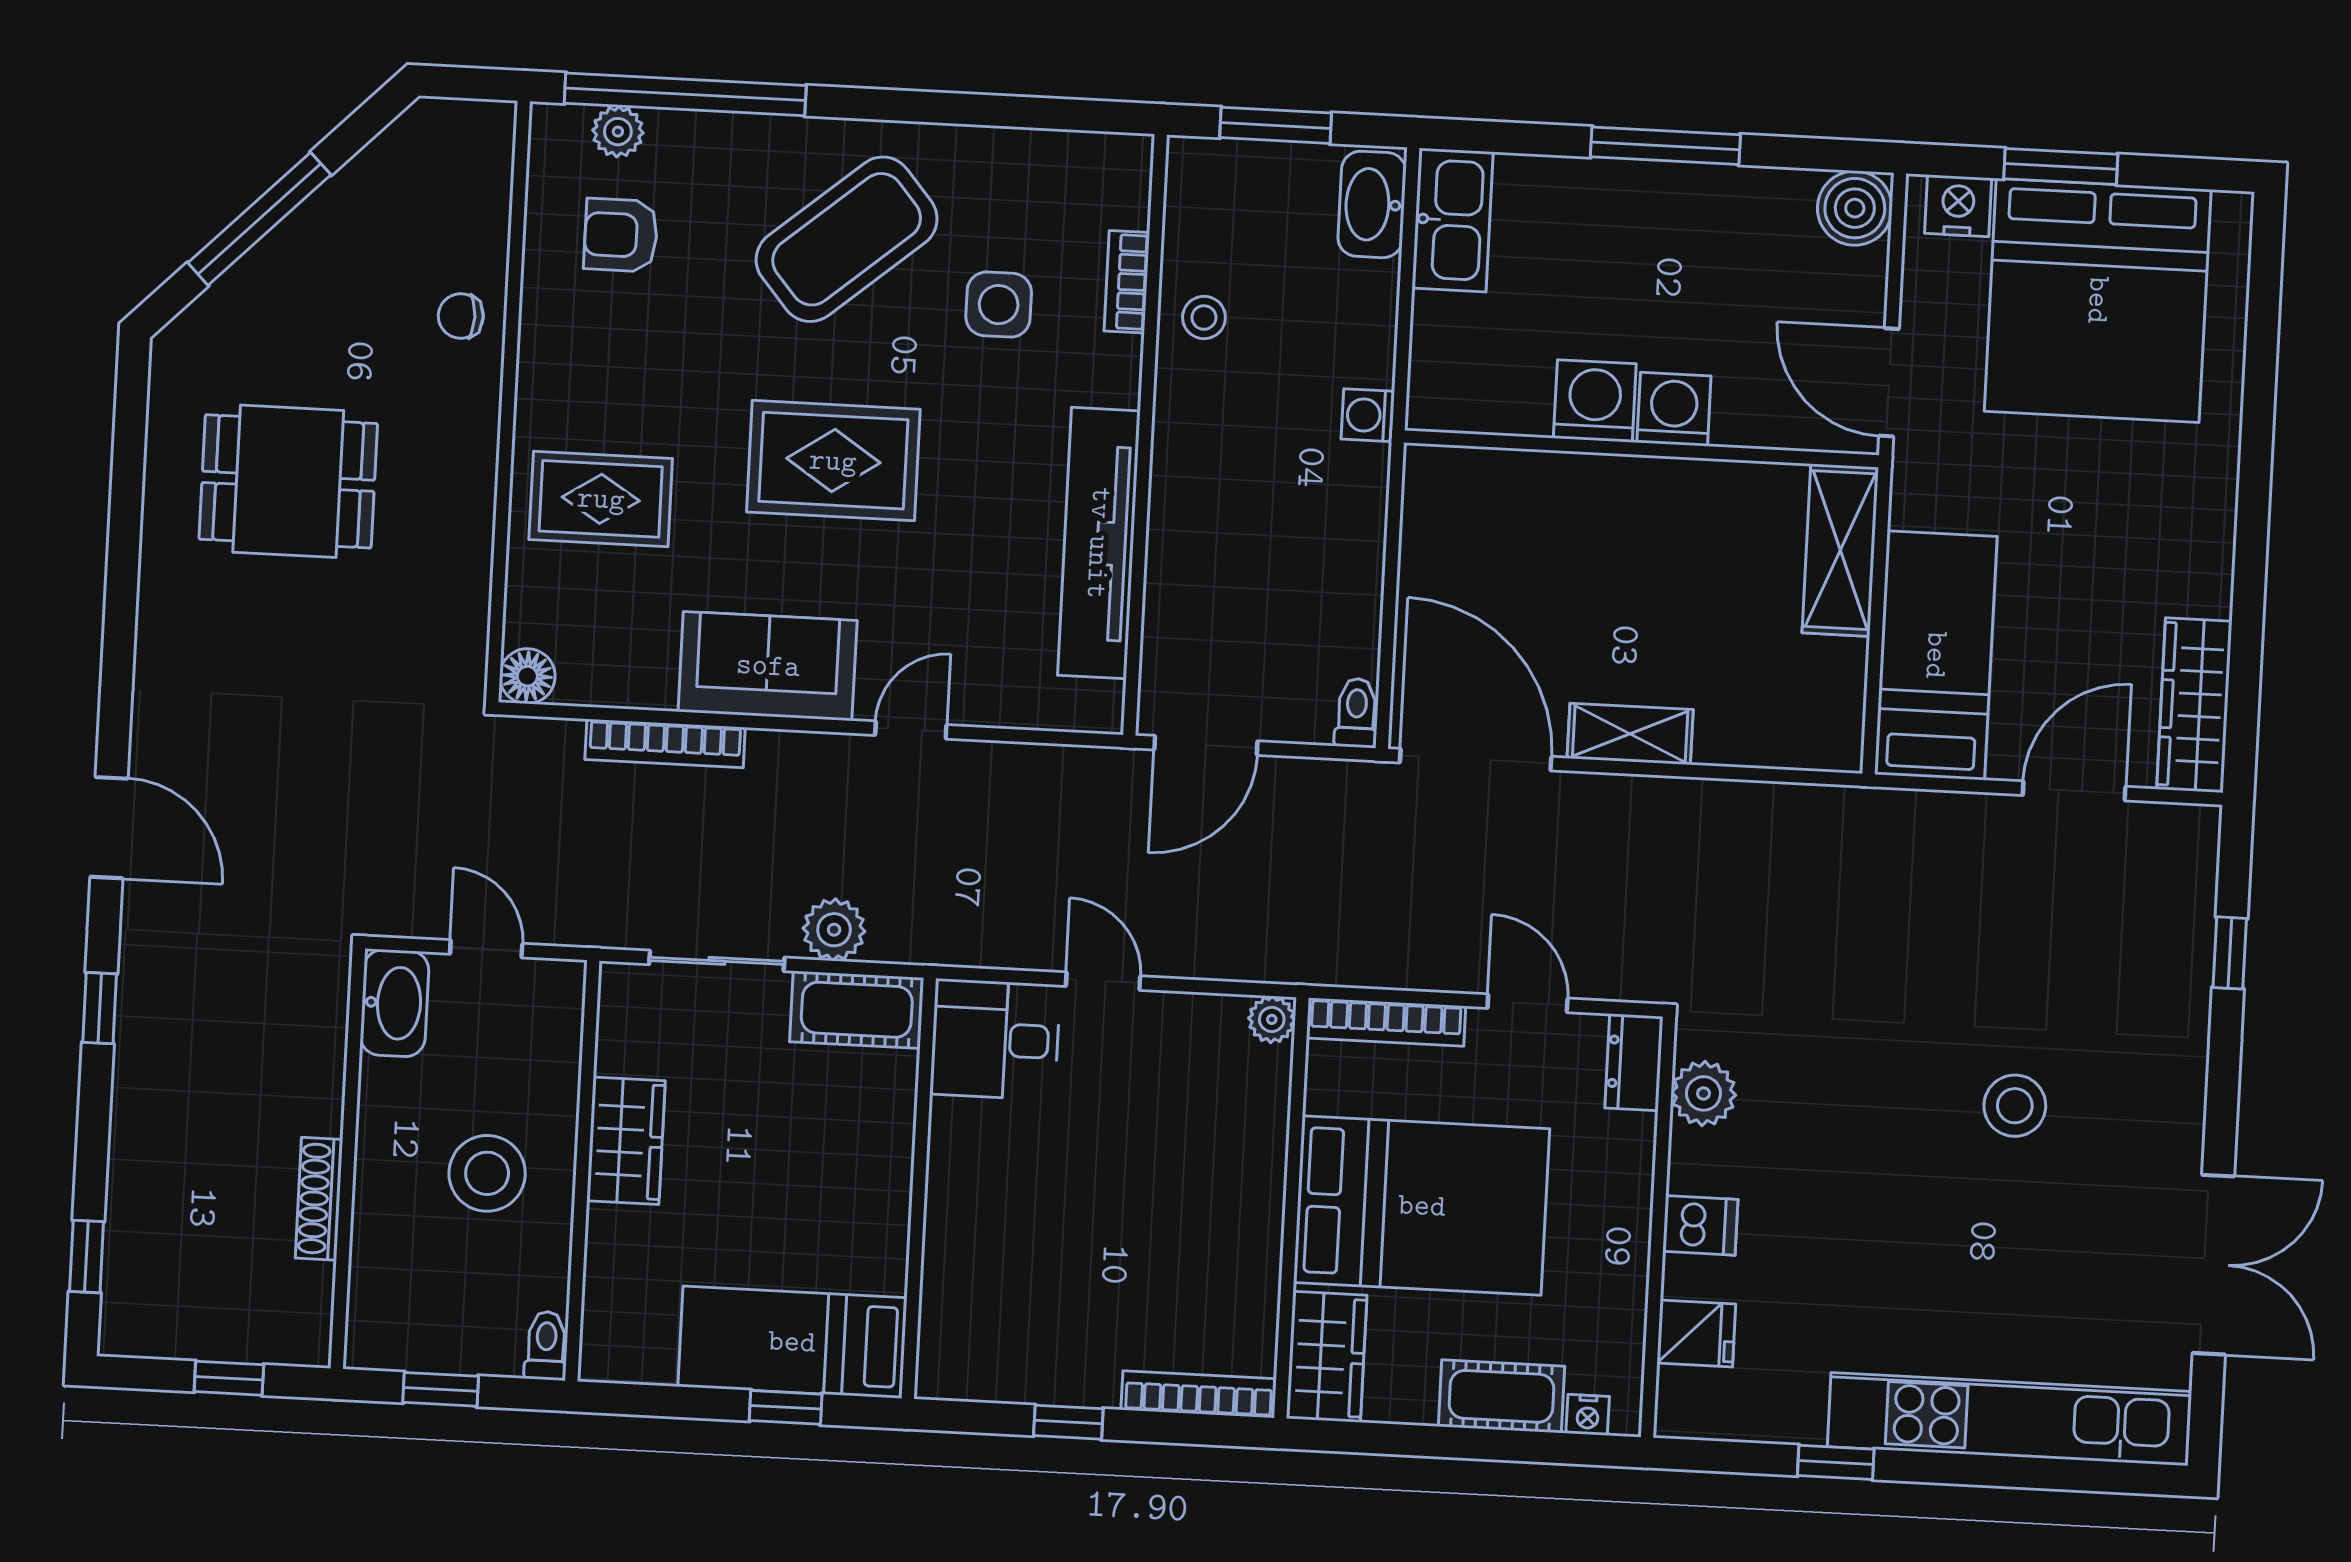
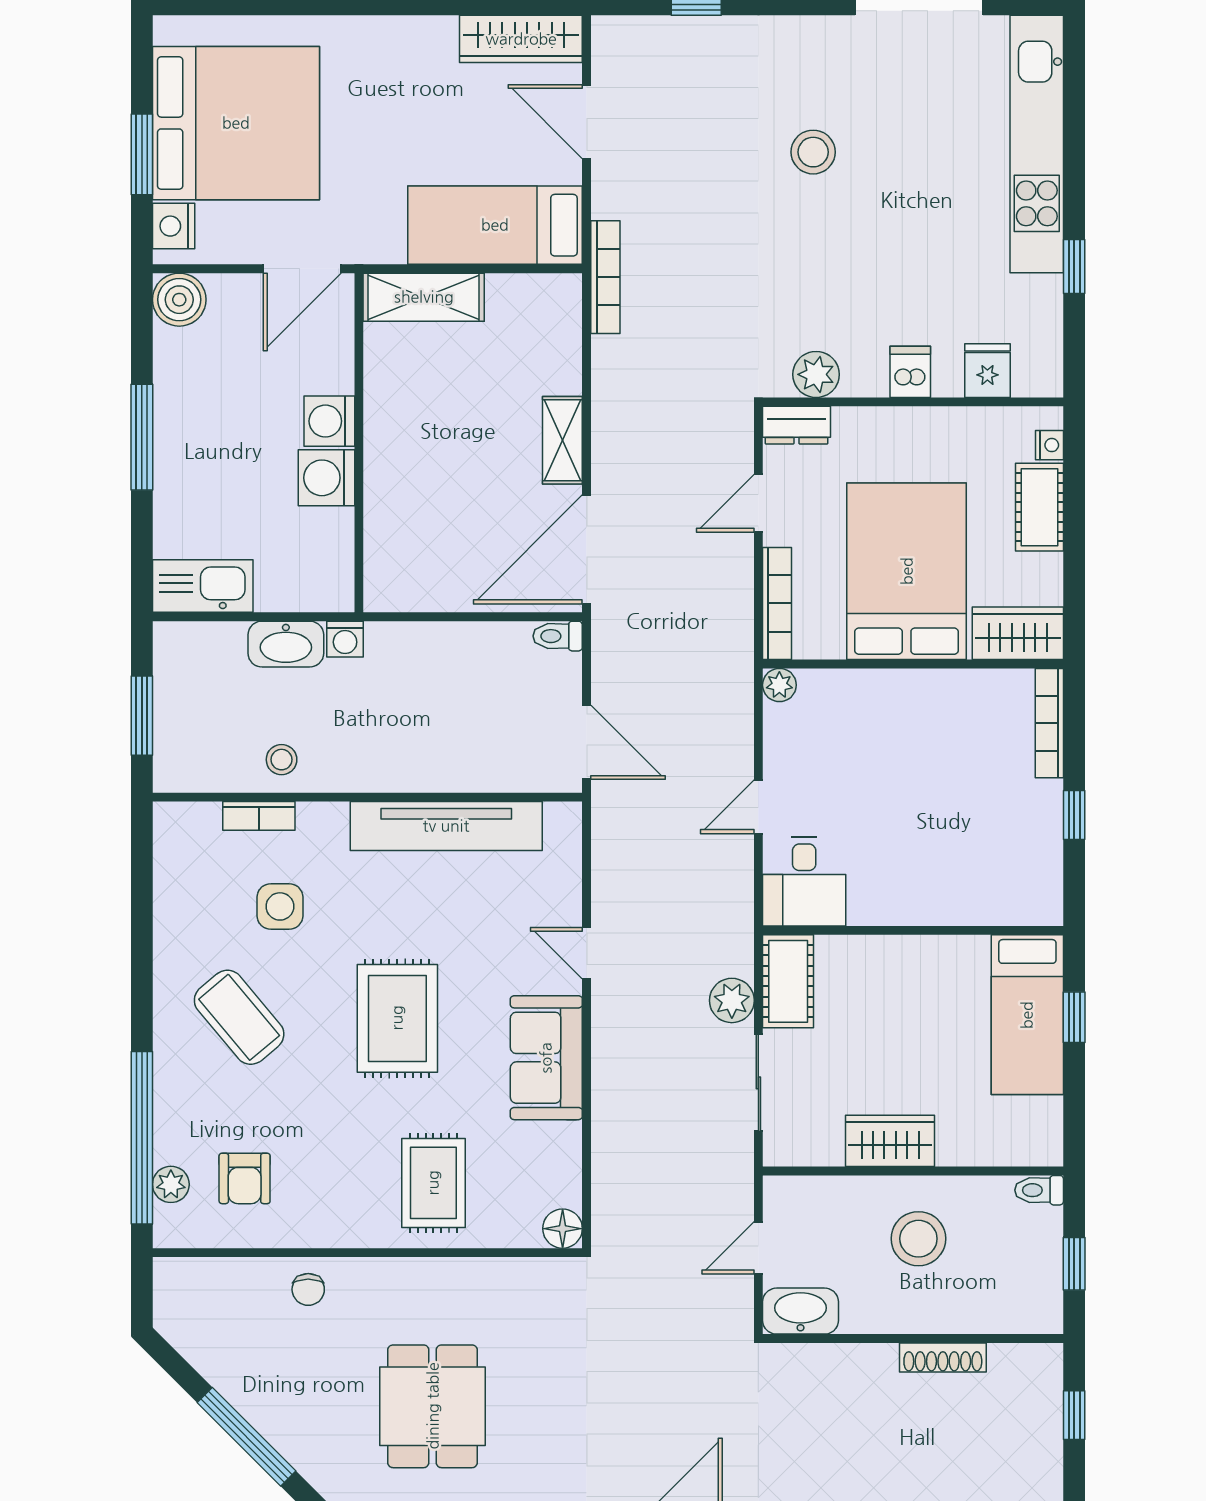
washbasin: (1372, 204) -> (286, 644), moved
coffee table: (847, 239) -> (239, 1017), width x0.73, depth x0.76
bookcase: (665, 743) -> (605, 277), moved

